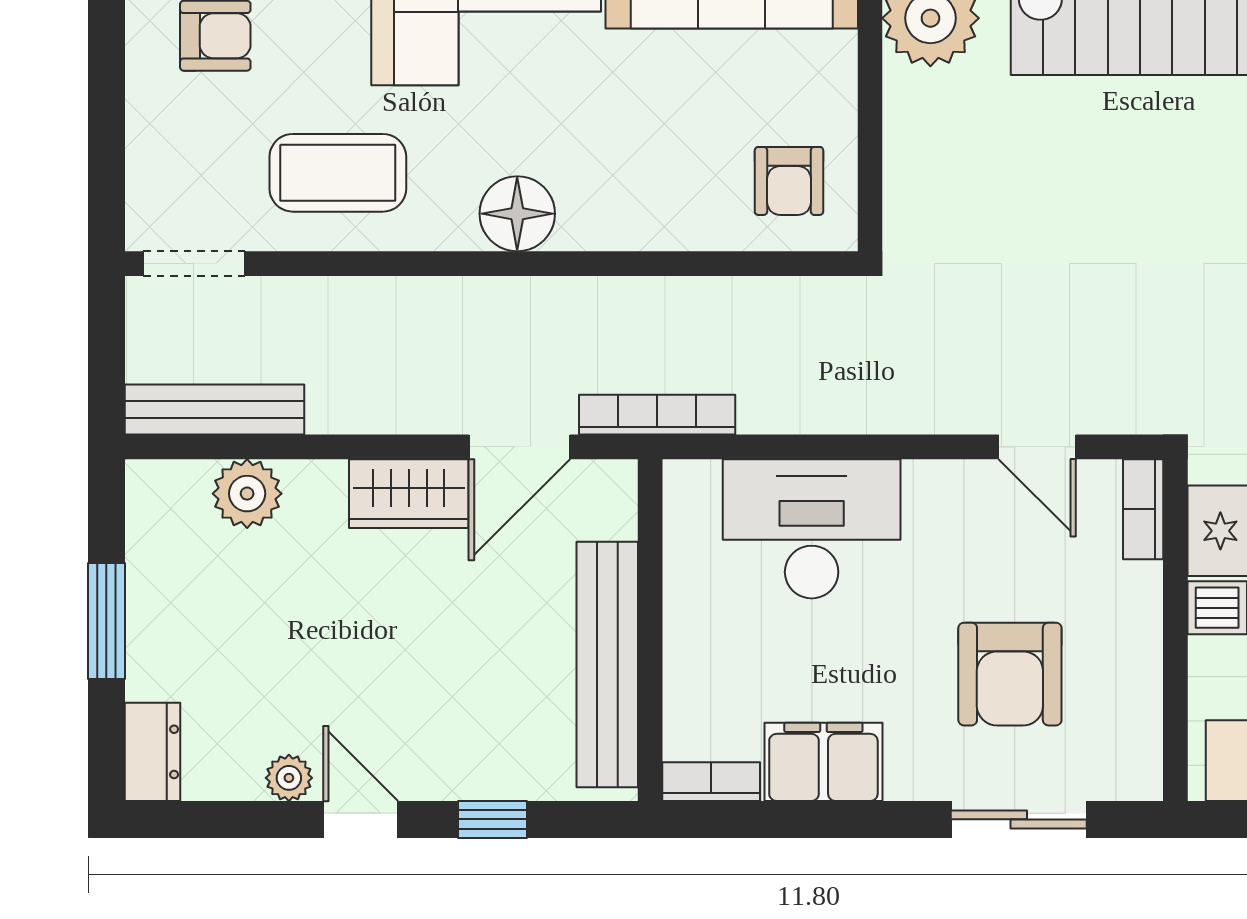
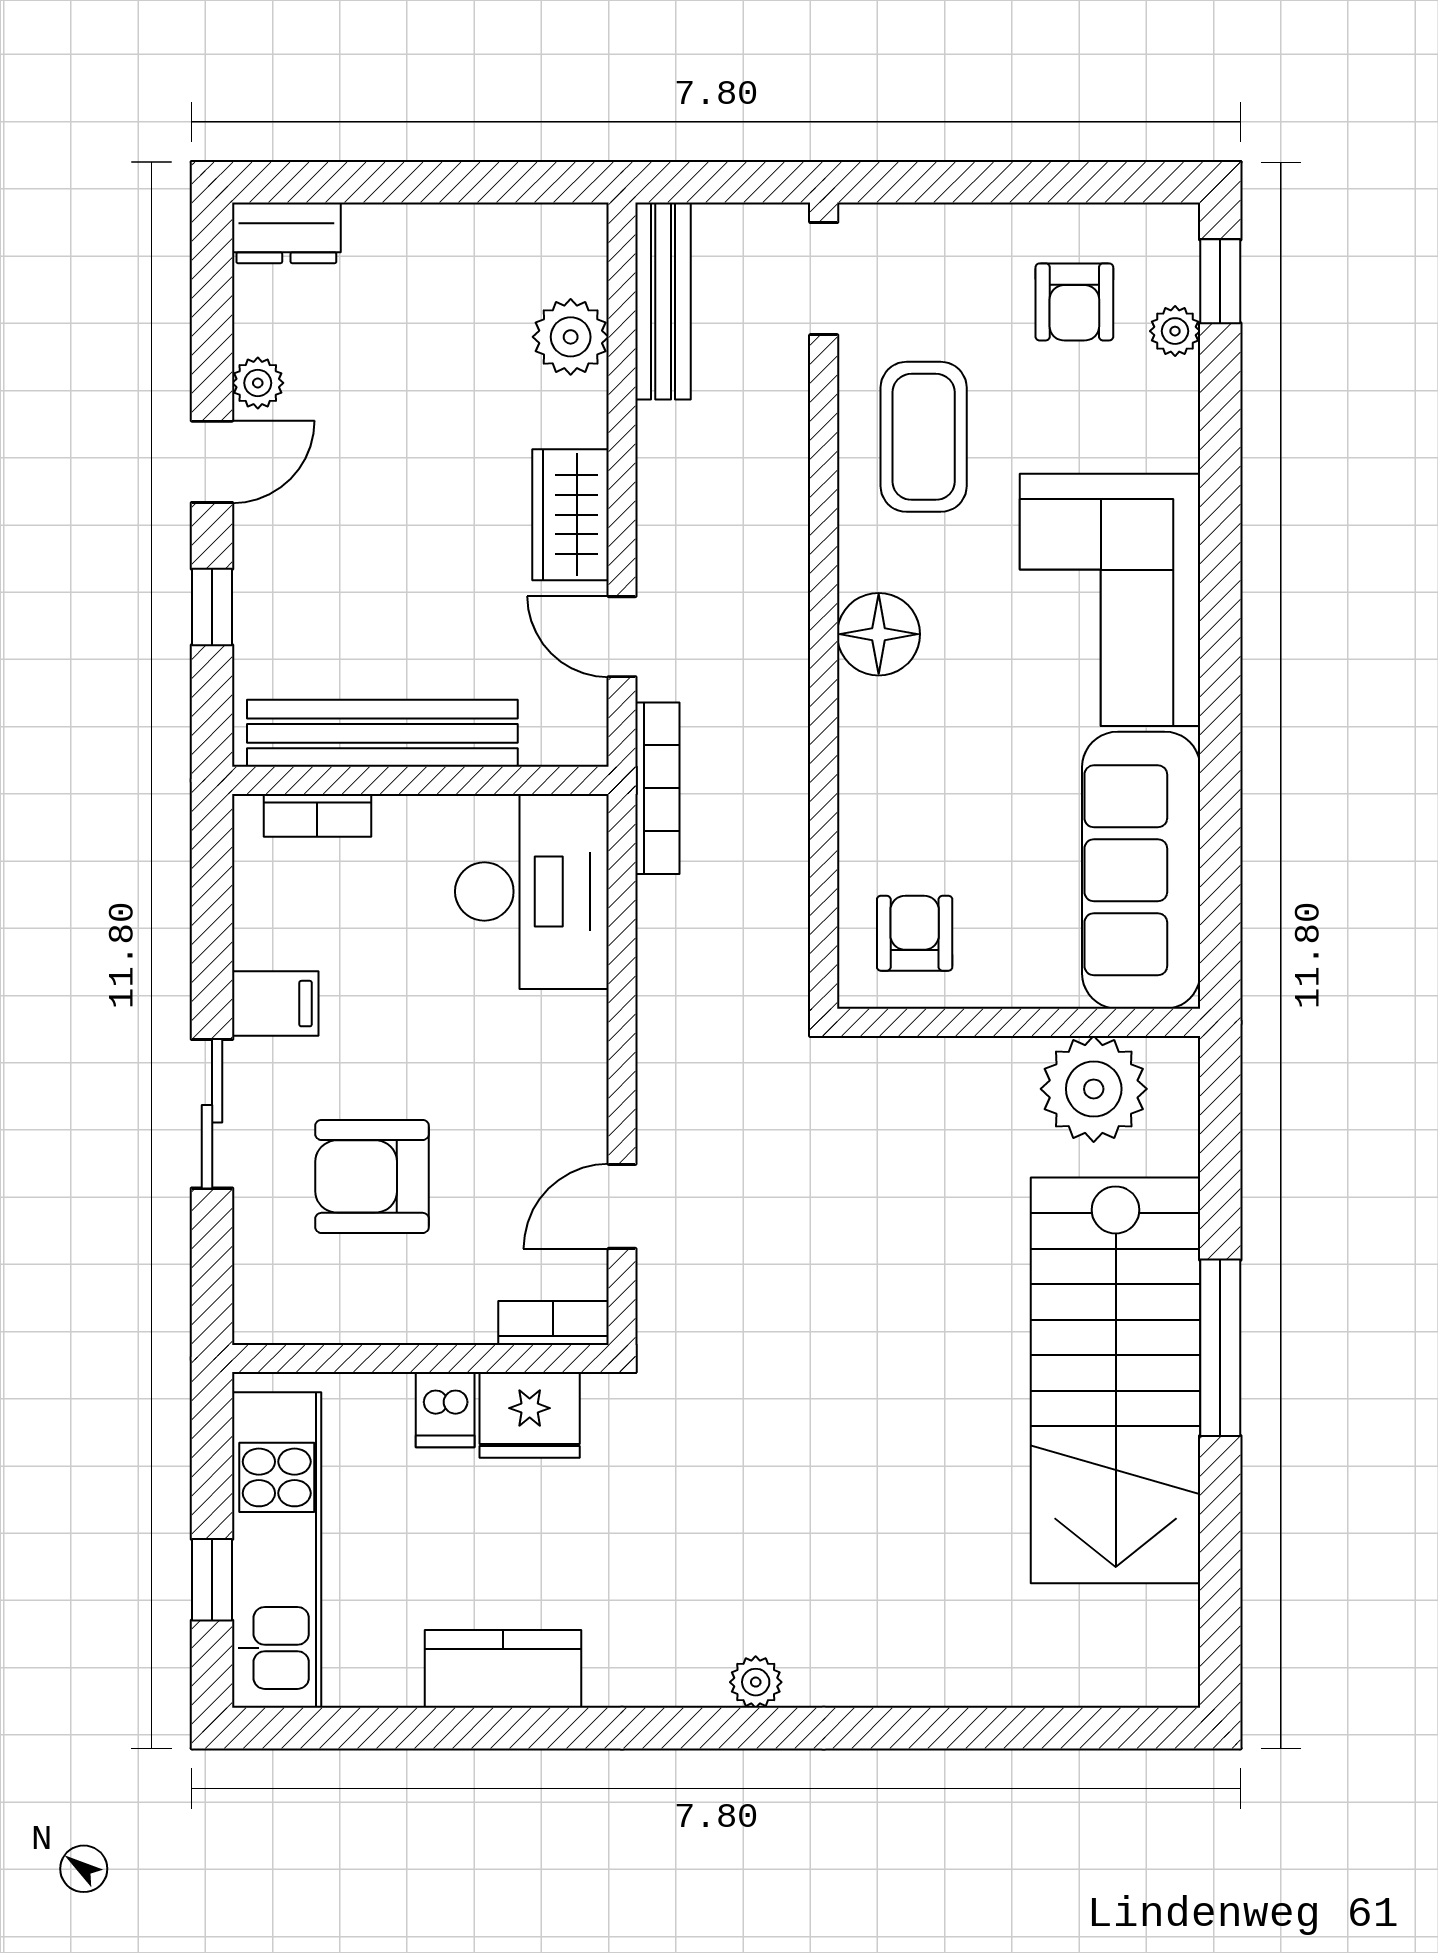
armchair: (789, 181) -> (915, 933), turned 90
door: (519, 447) -> (622, 637), width x0.73
desk: (812, 529) -> (532, 892), moved
window: (106, 621) -> (430, 182), removed
filing cabinet: (823, 762) -> (275, 1004), width x0.50
bookcase: (711, 782) -> (317, 815), moved, turned 90
sliding door: (1019, 819) -> (212, 1114), moved

